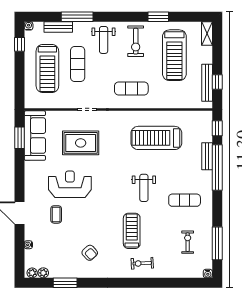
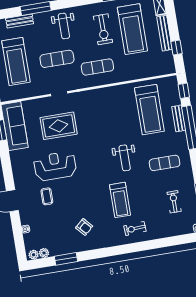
exercise bike: (136, 41) -> (103, 29), moved
exercise mat: (78, 64) -> (57, 59), moved, turned 90
bench: (207, 83) -> (164, 33), moved
treadmill: (156, 138) -> (149, 110), moved, turned -90
treadmill: (132, 231) -> (120, 200), turned 180

